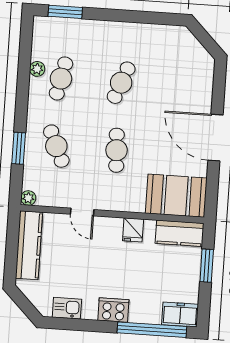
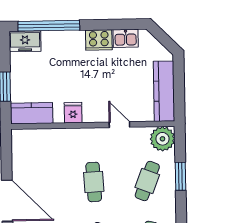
cafe table: (56, 146) -> (147, 181), turned 45
booth: (176, 196) -> (37, 146), removed
plant: (28, 198) -> (162, 139), width x1.87, depth x1.87
cooker: (113, 310) -> (99, 40), moved

